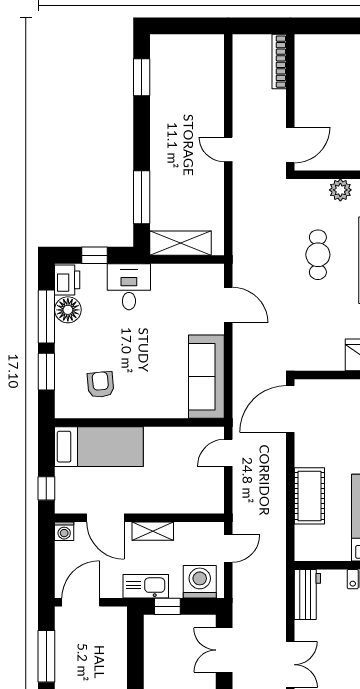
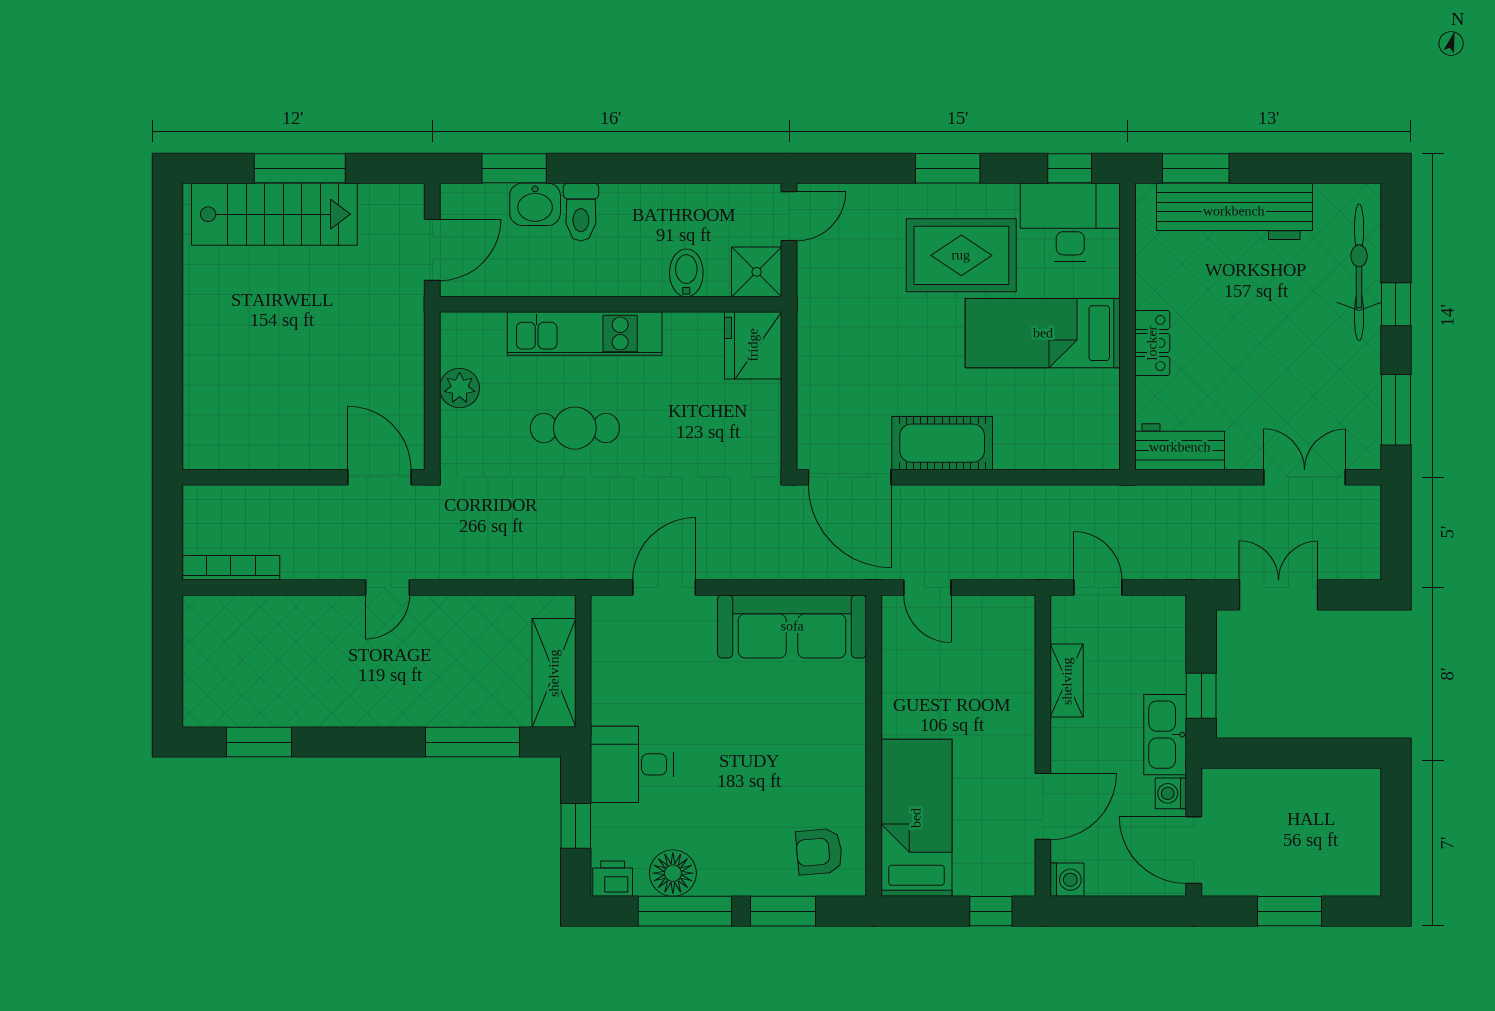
bookcase: (279, 62) -> (231, 568), moved, turned 180
printer: (67, 280) -> (613, 879), width x0.73, depth x0.81
armchair: (101, 385) -> (819, 852), moved
cot: (309, 496) -> (942, 443), moved
shelving: (153, 531) -> (1067, 681), moved
washing machine: (200, 582) -> (1171, 793), moved, width x0.53, depth x0.53
double door: (224, 650) -> (1279, 595), swing flipped
window: (46, 656) -> (1289, 911), width x0.69

